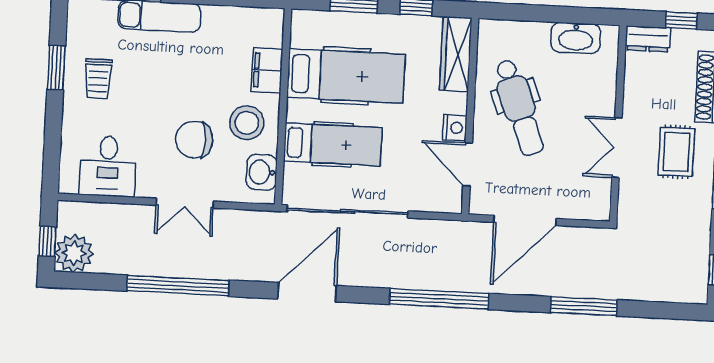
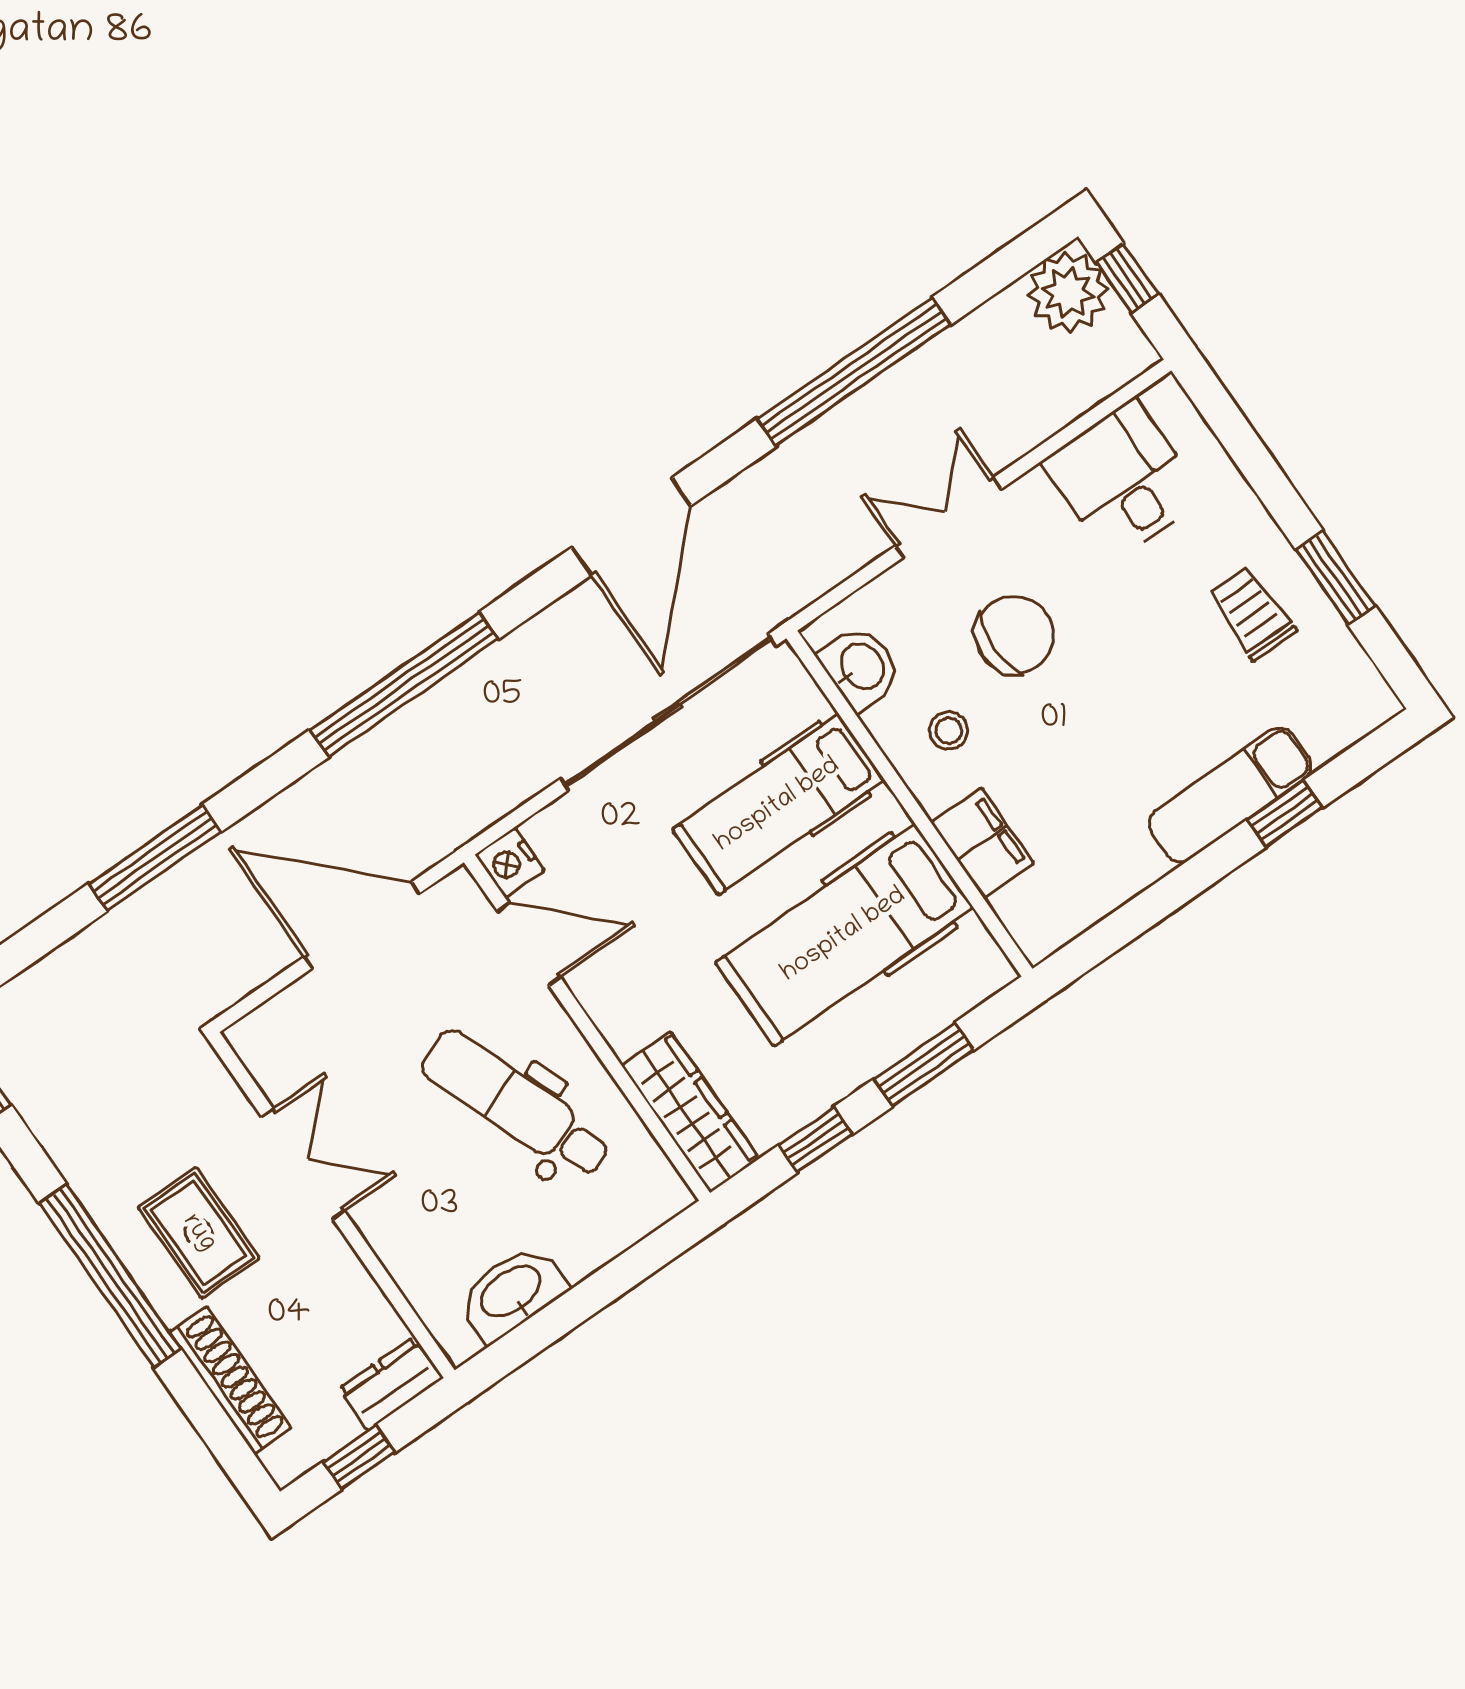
stool: (247, 123) -> (949, 731), width x0.53, depth x0.53
nightstand: (455, 128) -> (510, 862), moved
door: (525, 220) -> (362, 925), hinge flipped

